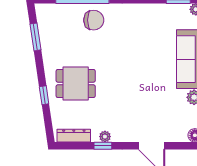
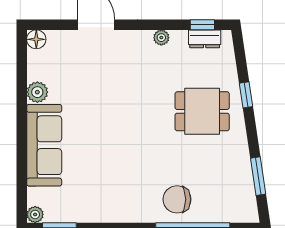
dresser: (74, 136) -> (205, 39), width x0.70
window: (103, 146) -> (202, 25), moved

